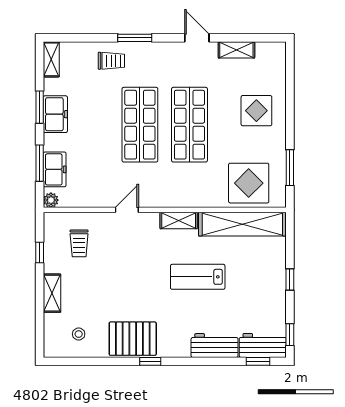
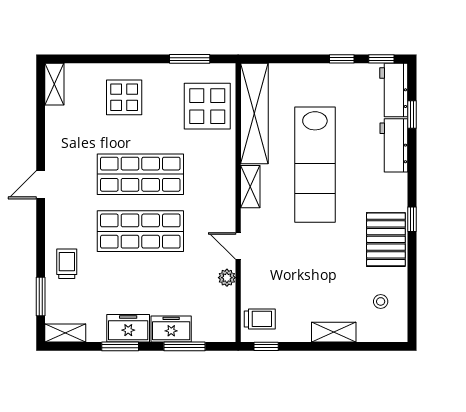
window: (135, 38) -> (41, 297), moved
door: (197, 38) -> (41, 185), moved
shelving: (236, 50) -> (54, 84), moved
freezer: (55, 169) -> (171, 329), moved
plant: (51, 200) -> (227, 278), moved
trolley: (79, 243) -> (260, 319), moved
window: (40, 252) -> (266, 346), moved
lab bench: (198, 277) -> (315, 165), width x1.86, depth x1.39
window: (290, 280) -> (342, 59), moved
window: (258, 361) -> (412, 114), moved

